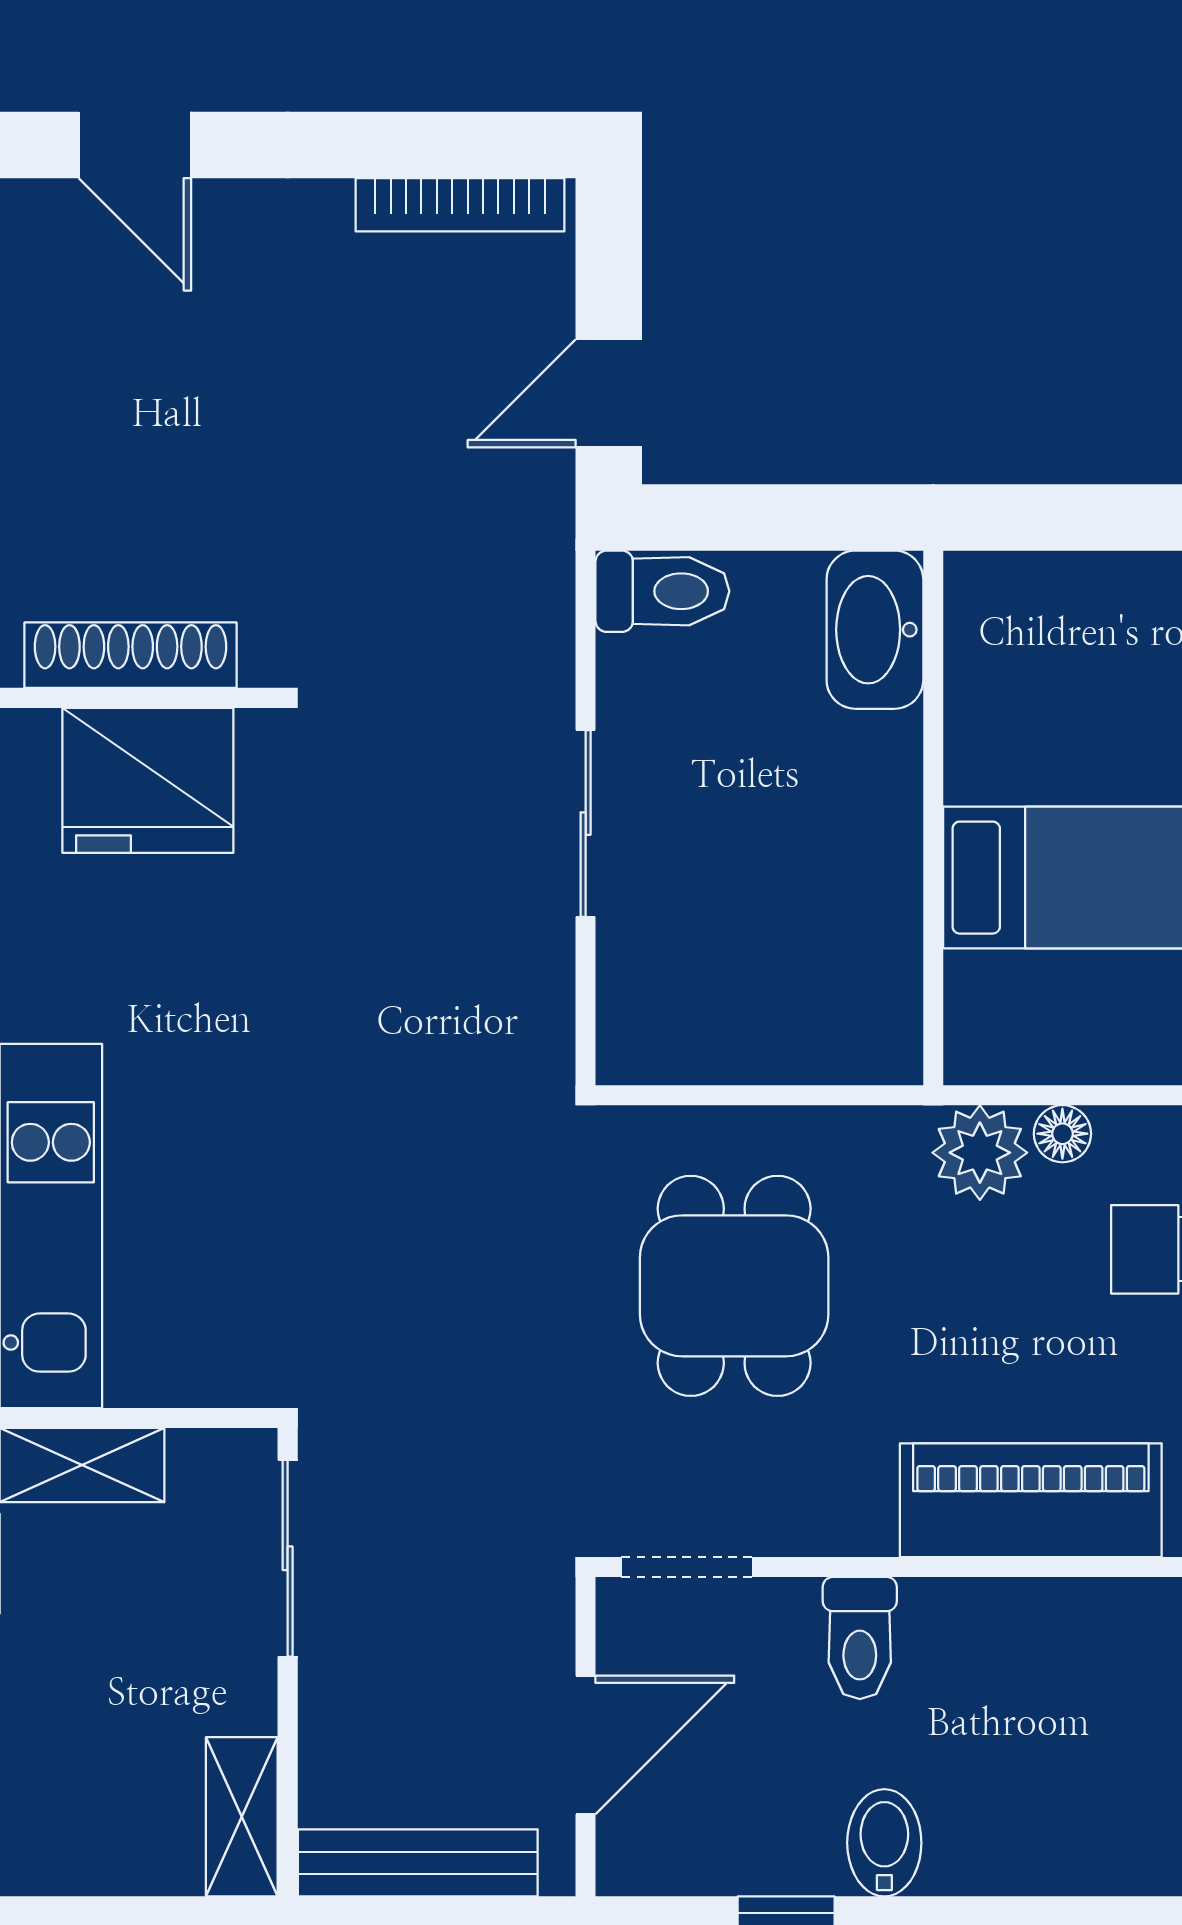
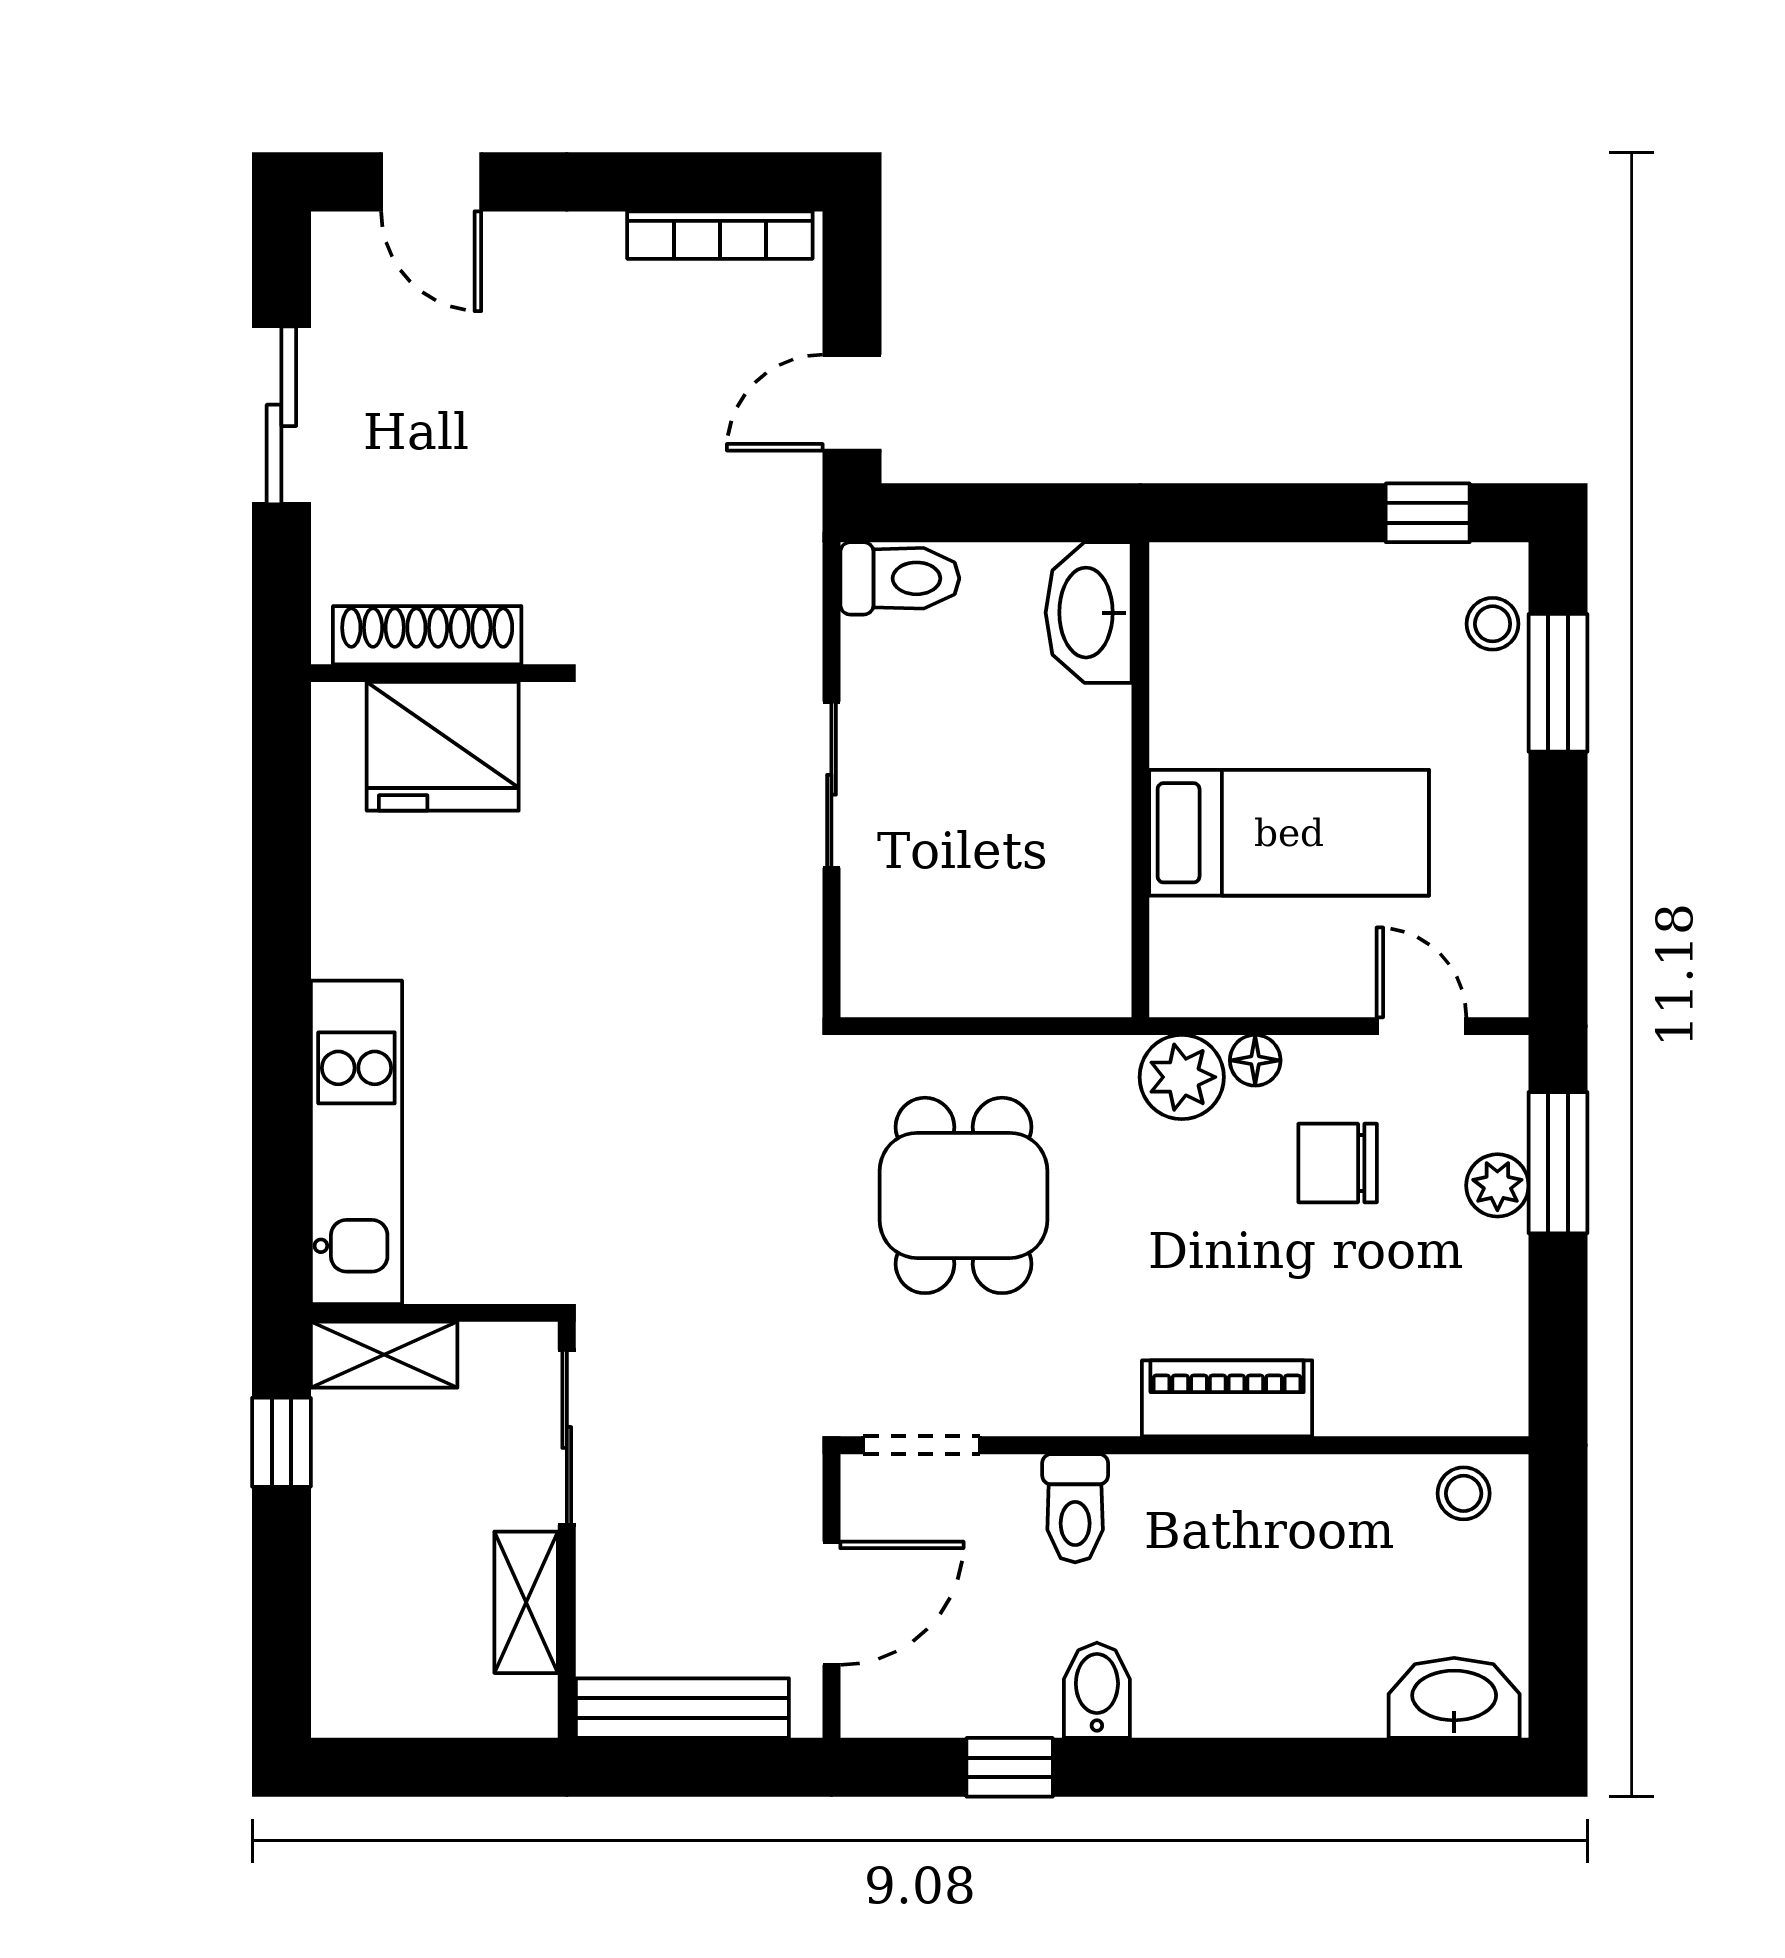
piano: (1031, 1500) -> (1227, 1398), width x0.73, depth x0.75
shelving: (242, 1817) -> (526, 1602), moved

